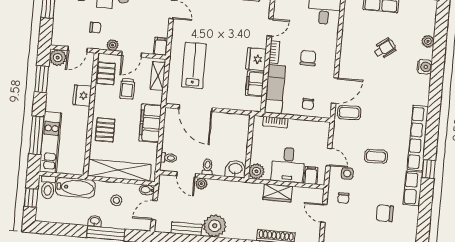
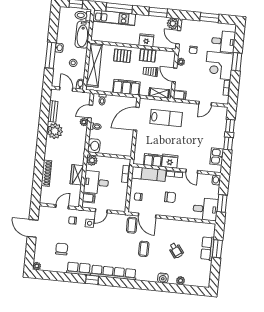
pallet: (106, 73) -> (148, 56), moved
coffee table: (376, 156) -> (144, 249), moved

